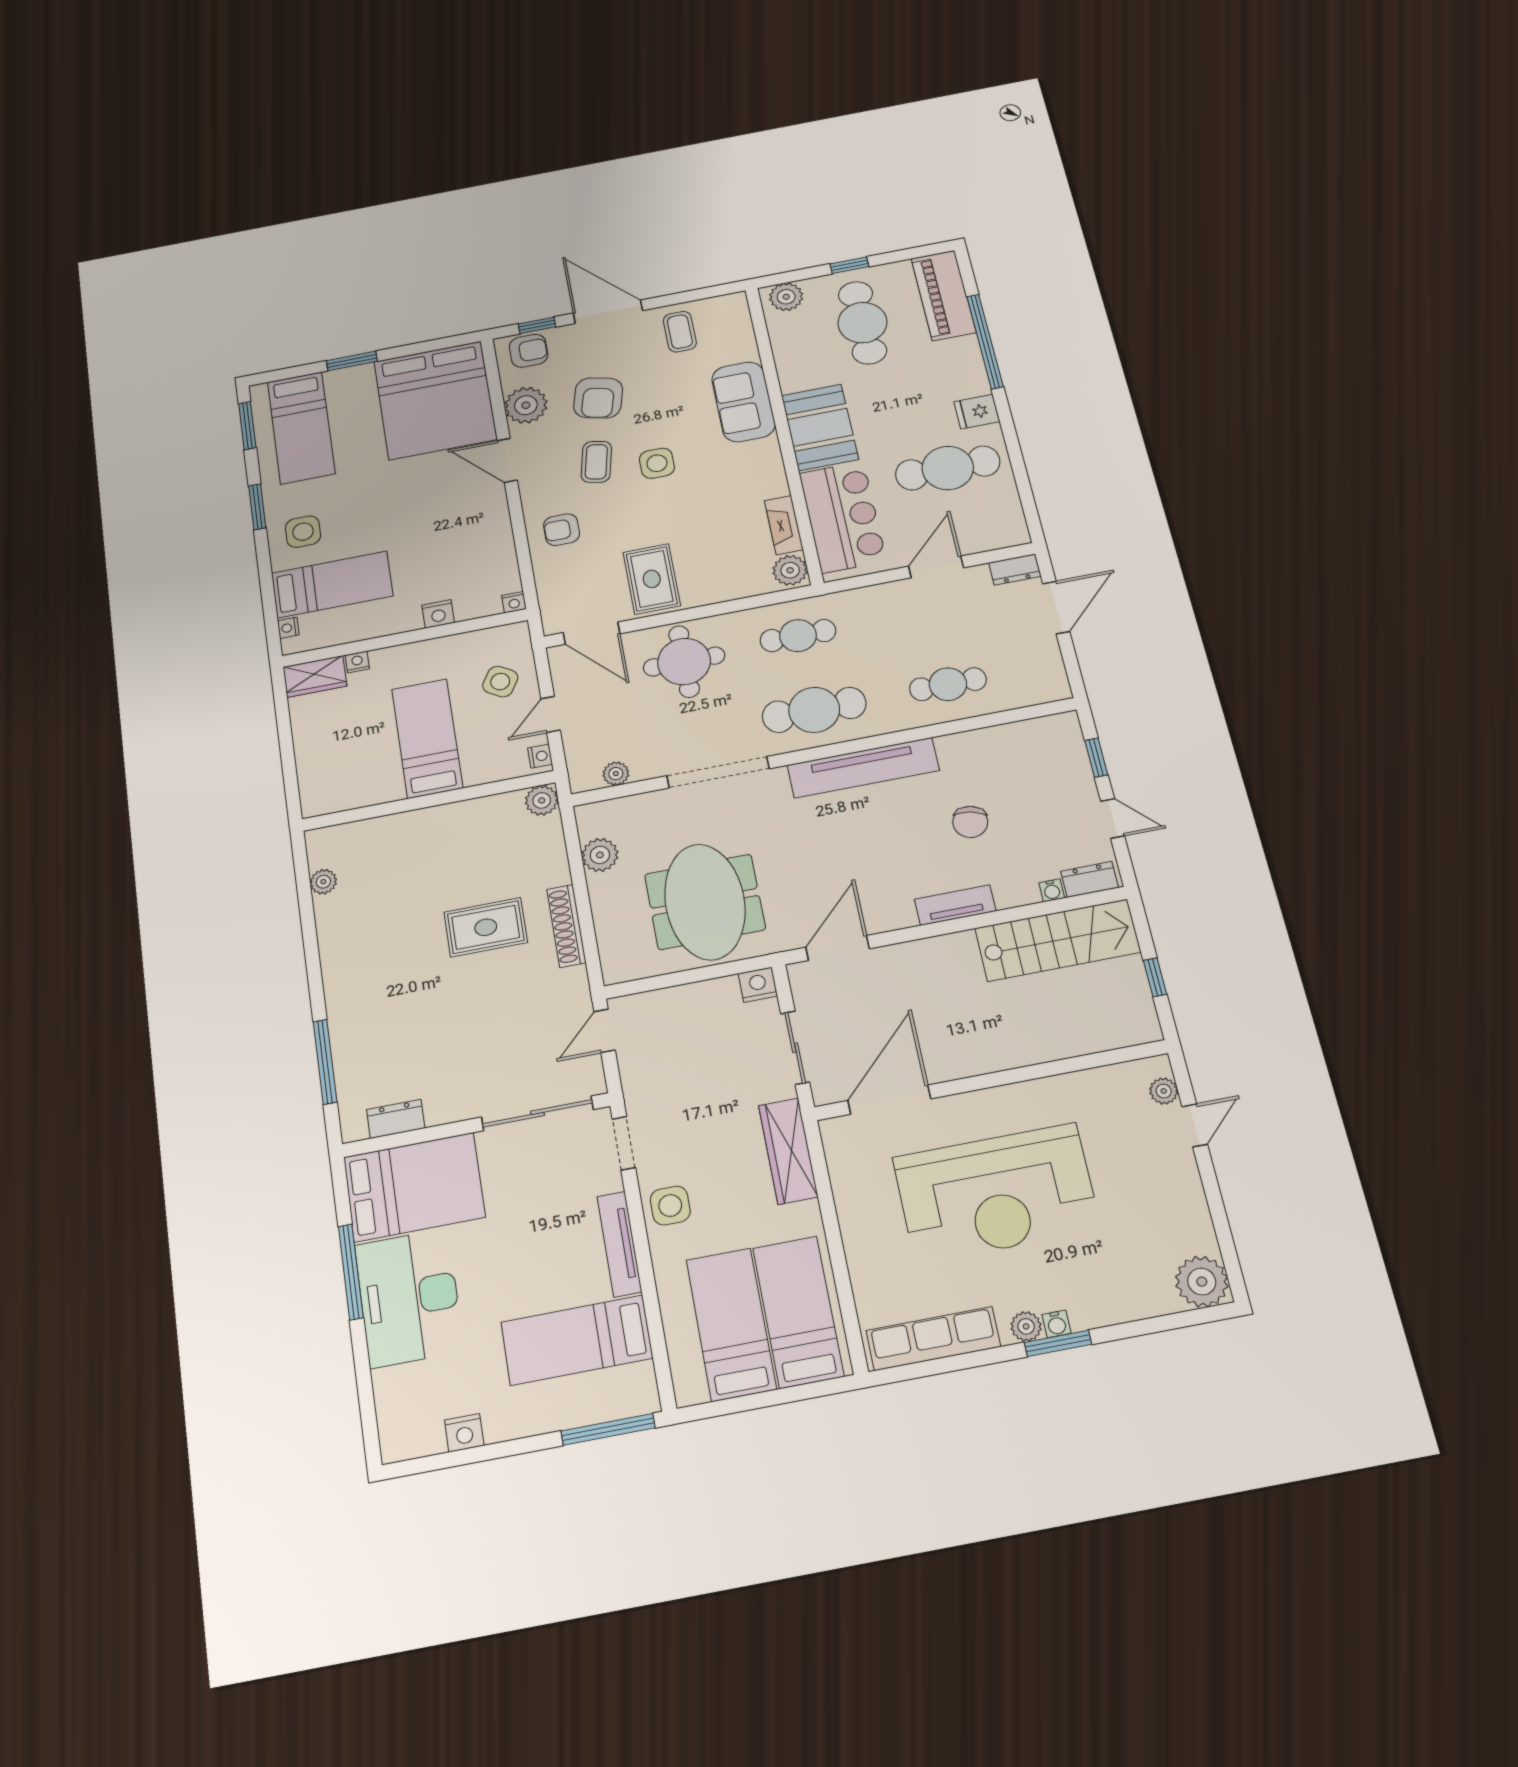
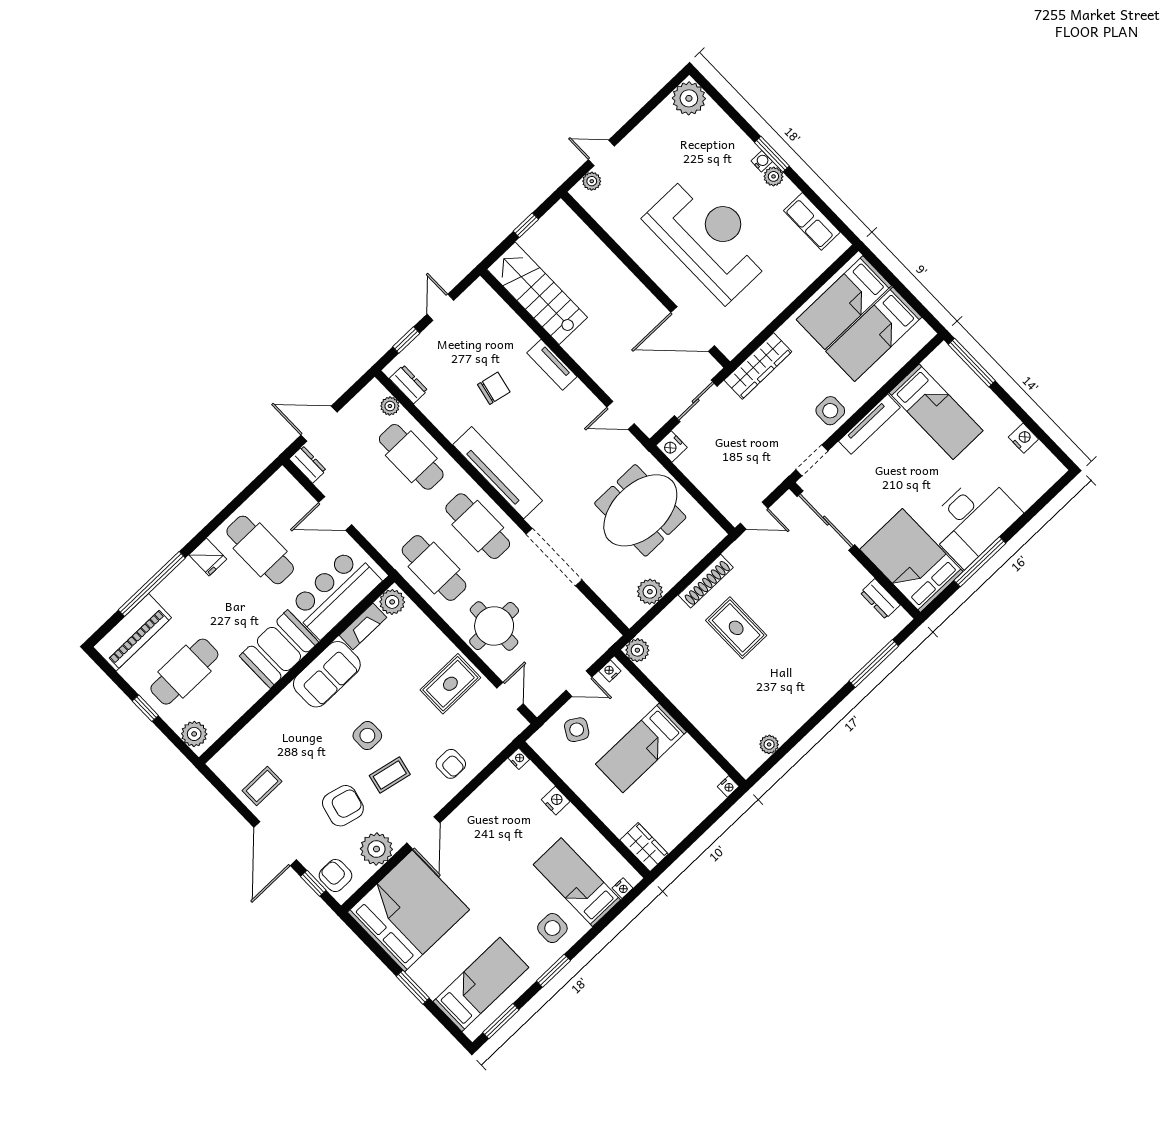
sofa: (743, 402) -> (327, 674), moved
door: (591, 633) -> (510, 696), width x0.73
cafe table: (798, 636) -> (434, 568), width x1.37, depth x1.35
nightstand: (357, 662) -> (728, 786), moved, turned -90
cafe table: (948, 684) -> (411, 457), width x1.37, depth x1.35
plant: (616, 774) -> (390, 406), moved
dresser: (1090, 879) -> (408, 384), moved, turned 180
water cooler: (1052, 890) -> (508, 315), removed
door: (838, 948) -> (621, 415), width x0.73
row of seats: (933, 1339) -> (812, 221), width x0.68

